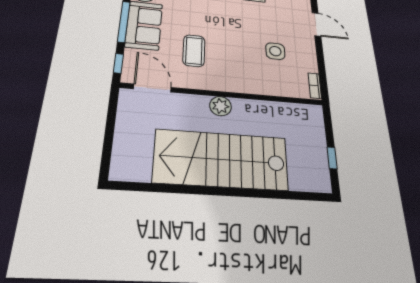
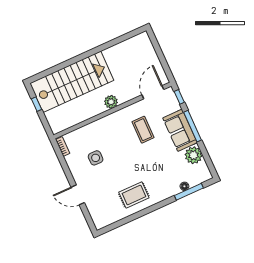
door: (152, 88) -> (153, 92), swing flipped
stairs: (221, 160) -> (72, 82), moved

